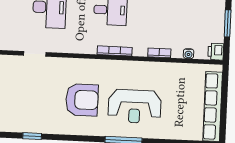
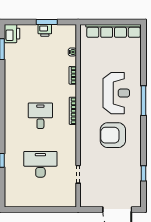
printer: (216, 52) -> (45, 30), moved
armchair: (82, 100) -> (113, 135), turned -90

